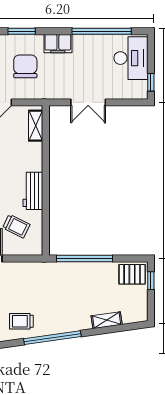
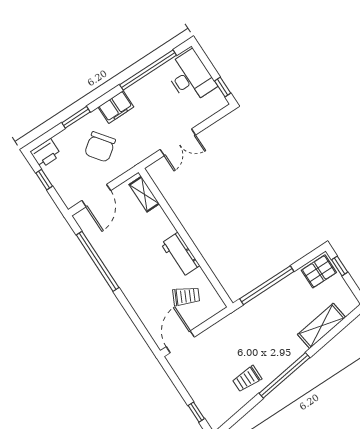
chair: (25, 66) -> (100, 147), turned -127
shelving: (107, 320) -> (322, 326), width x1.50, depth x1.33

